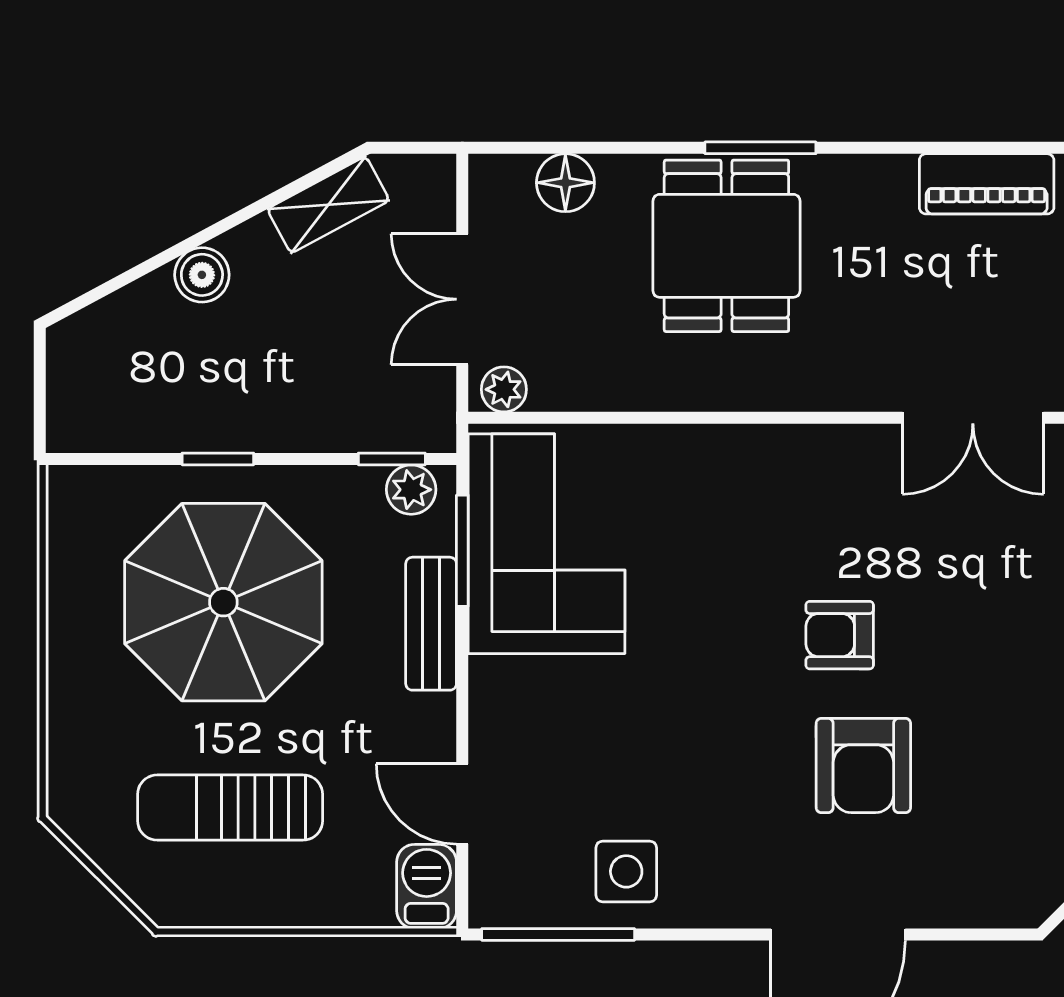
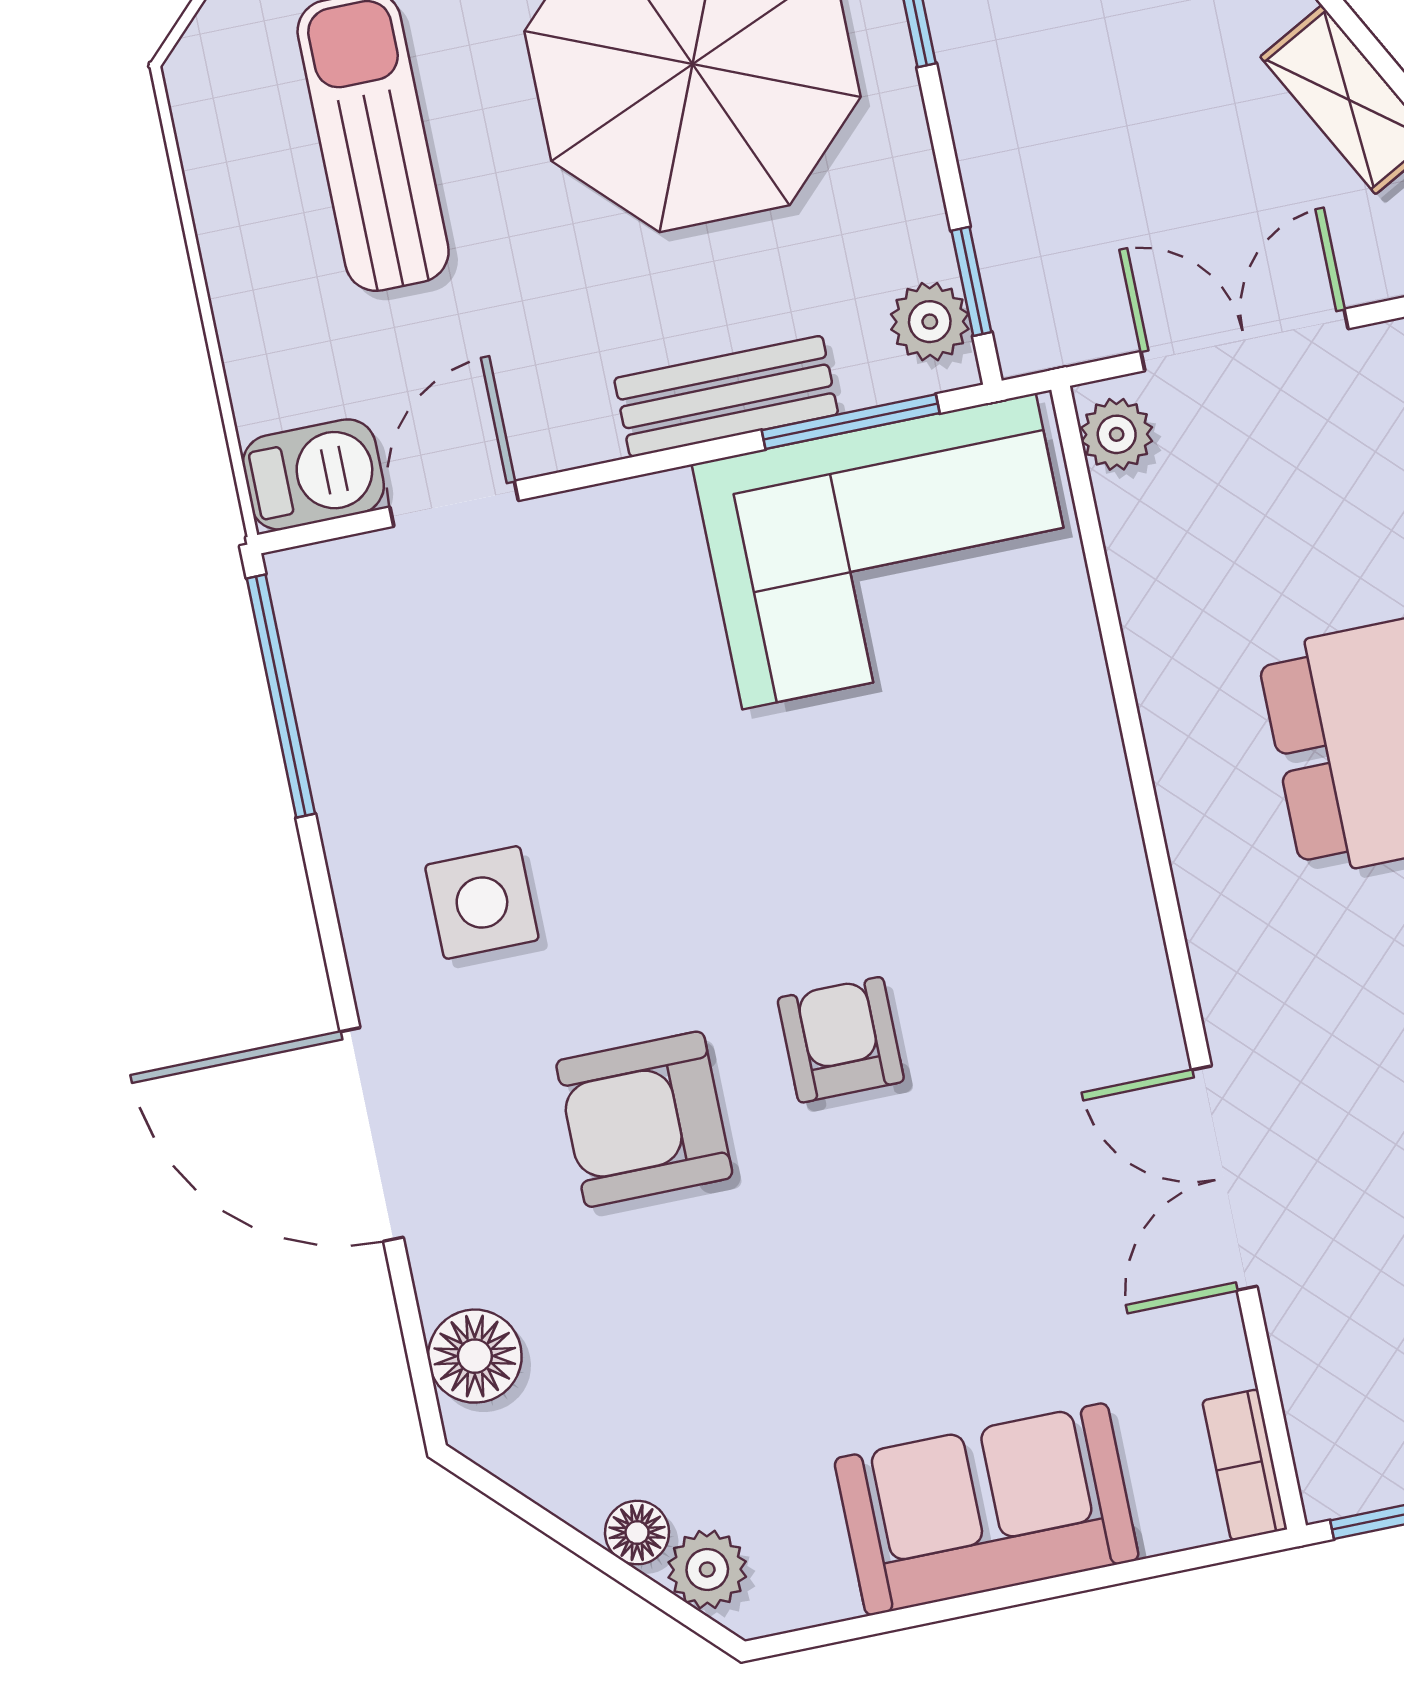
side table: (626, 871) -> (482, 902), moved
floor lamp: (987, 899) -> (475, 1356), added

